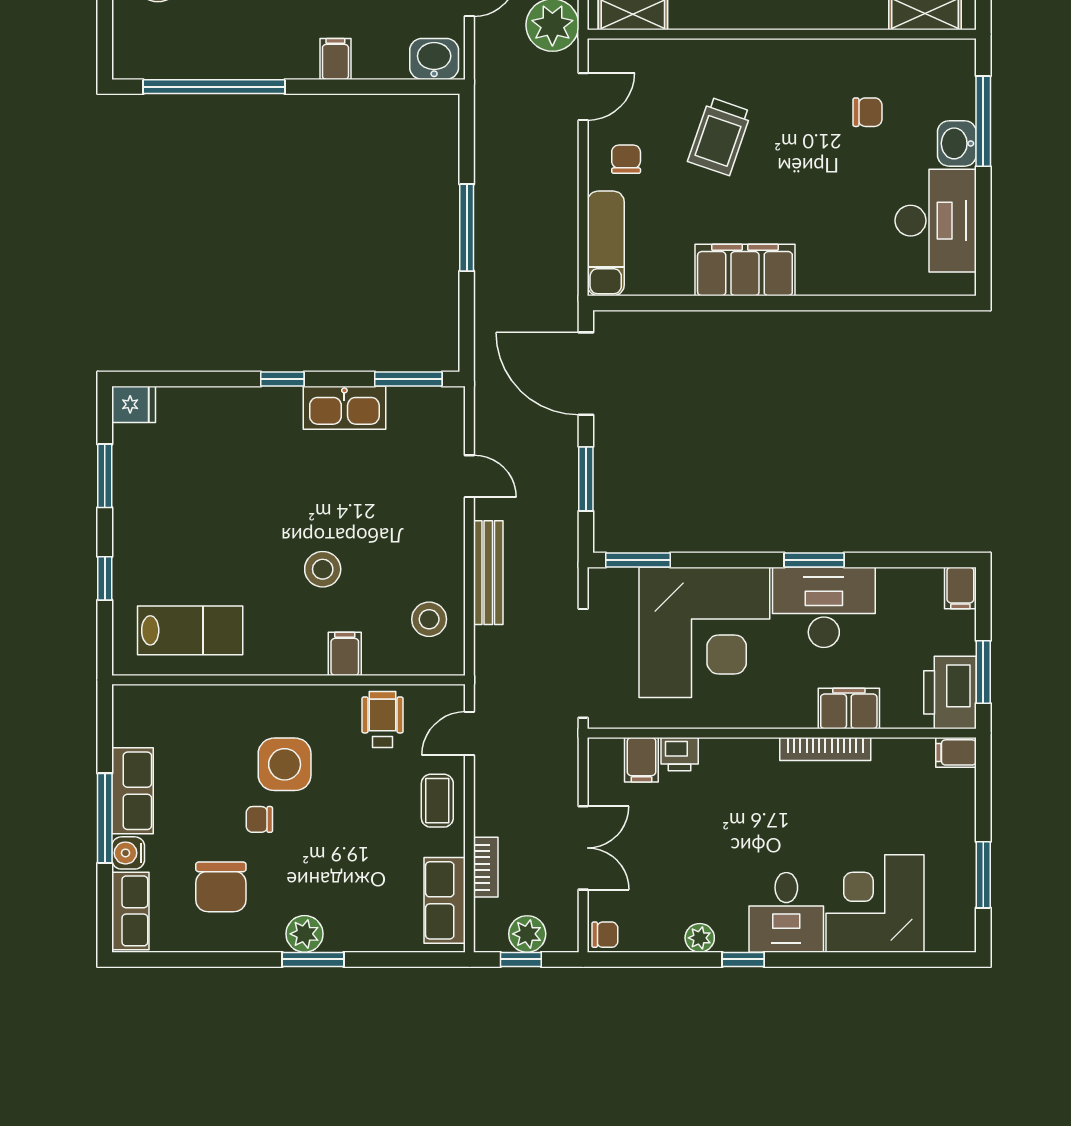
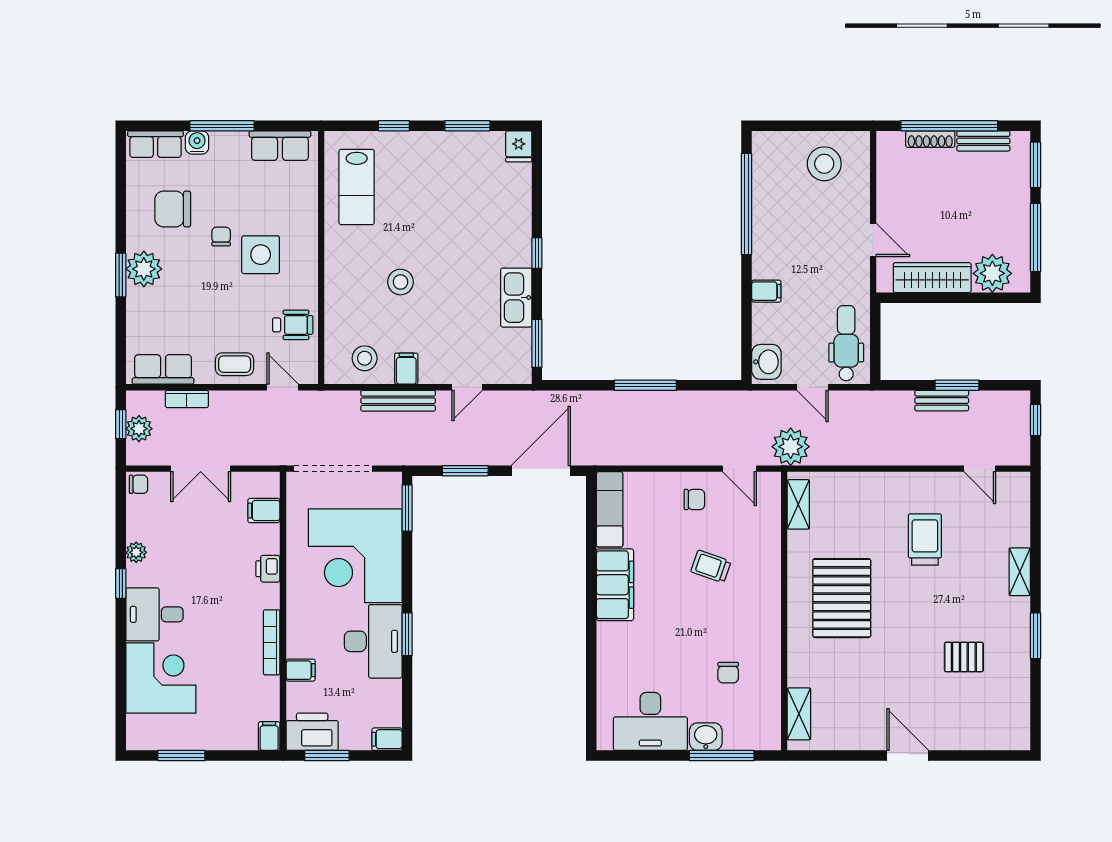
trolley: (720, 136) -> (711, 567), width x0.73, depth x0.72
exam couch: (606, 243) -> (610, 509), moved, turned -90
filing cabinet: (345, 654) -> (406, 369), moved, turned -90
filing cabinet: (849, 708) -> (301, 670), width x0.50
printer: (680, 754) -> (268, 569), moved
row of seats: (132, 791) -> (280, 146), moved
plant: (305, 934) -> (144, 269), width x1.36, depth x1.36
chair: (605, 935) -> (138, 484), turned -90

